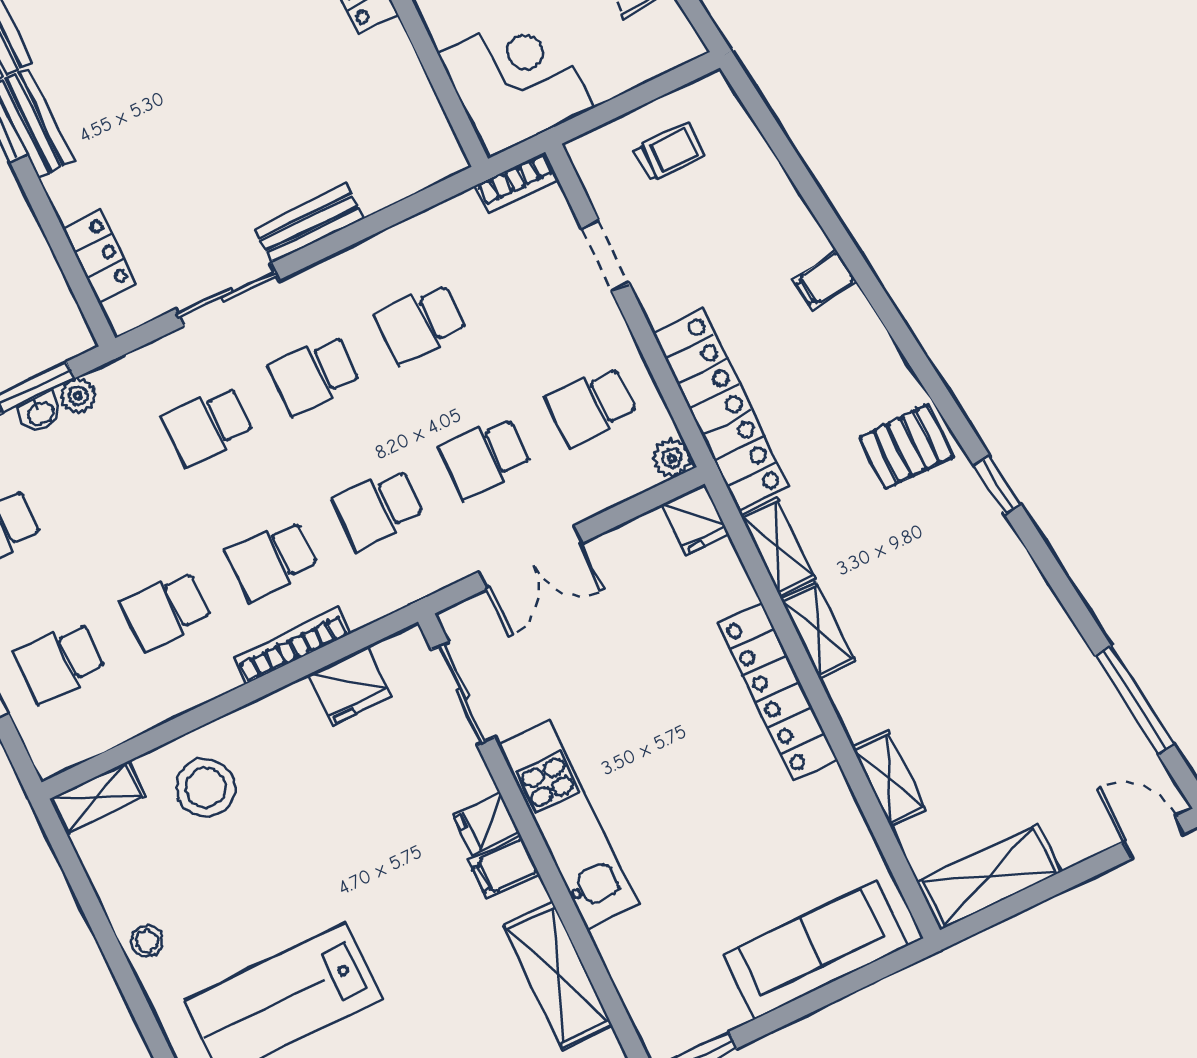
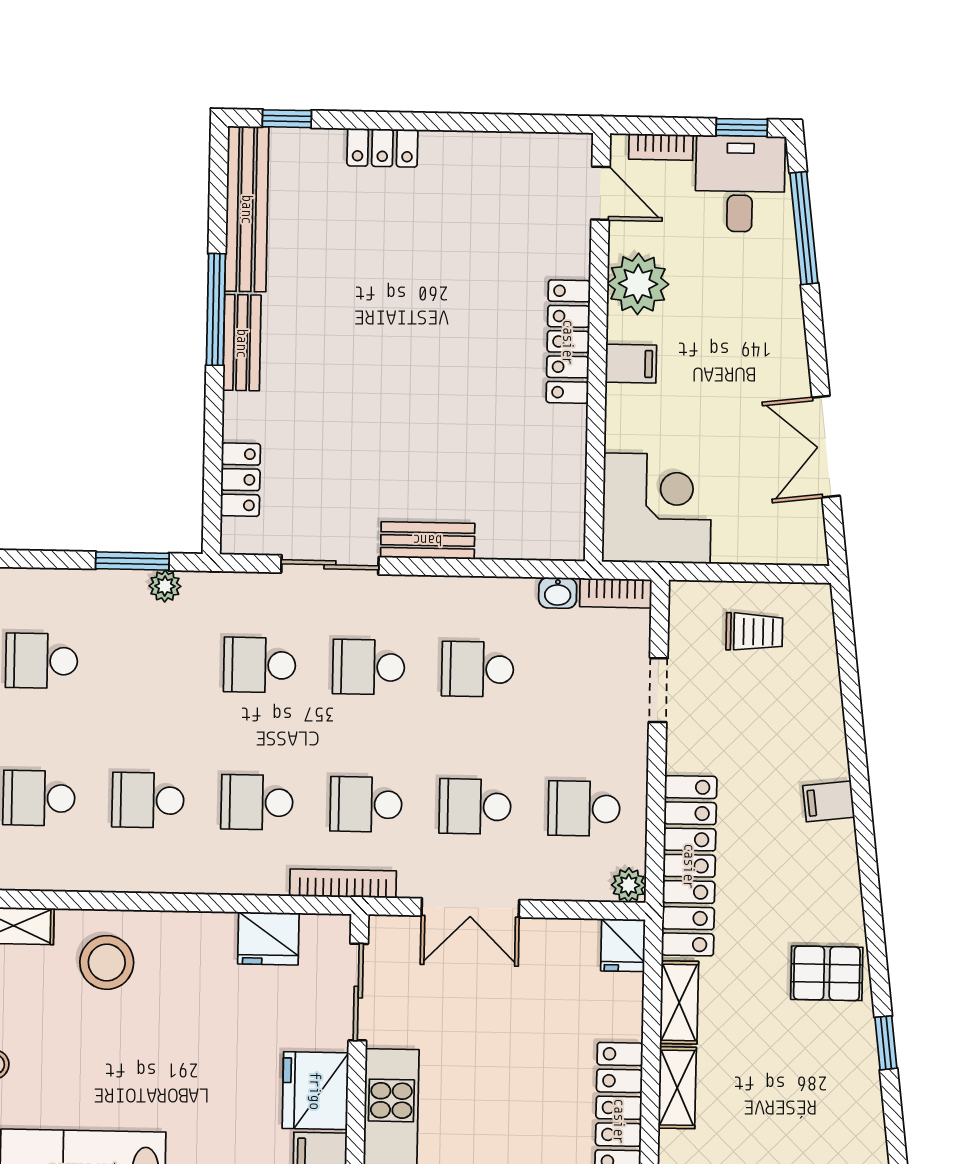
washbasin: (40, 413) -> (558, 593), moved
bookcase: (292, 646) -> (343, 883), moved
fridge: (486, 823) -> (315, 1091), width x1.88, depth x1.34

